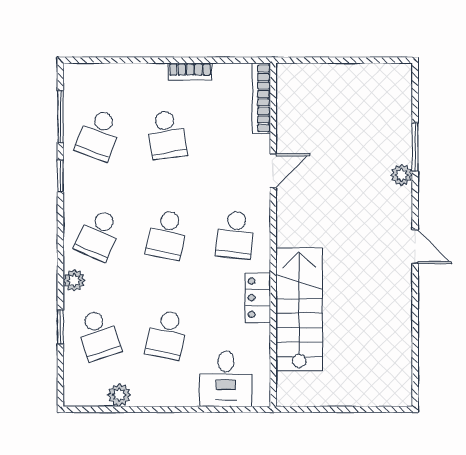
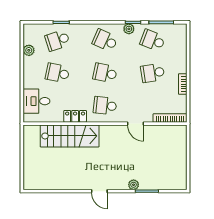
door: (415, 247) -> (99, 191), hinge flipped
plant: (74, 280) -> (129, 29), moved

